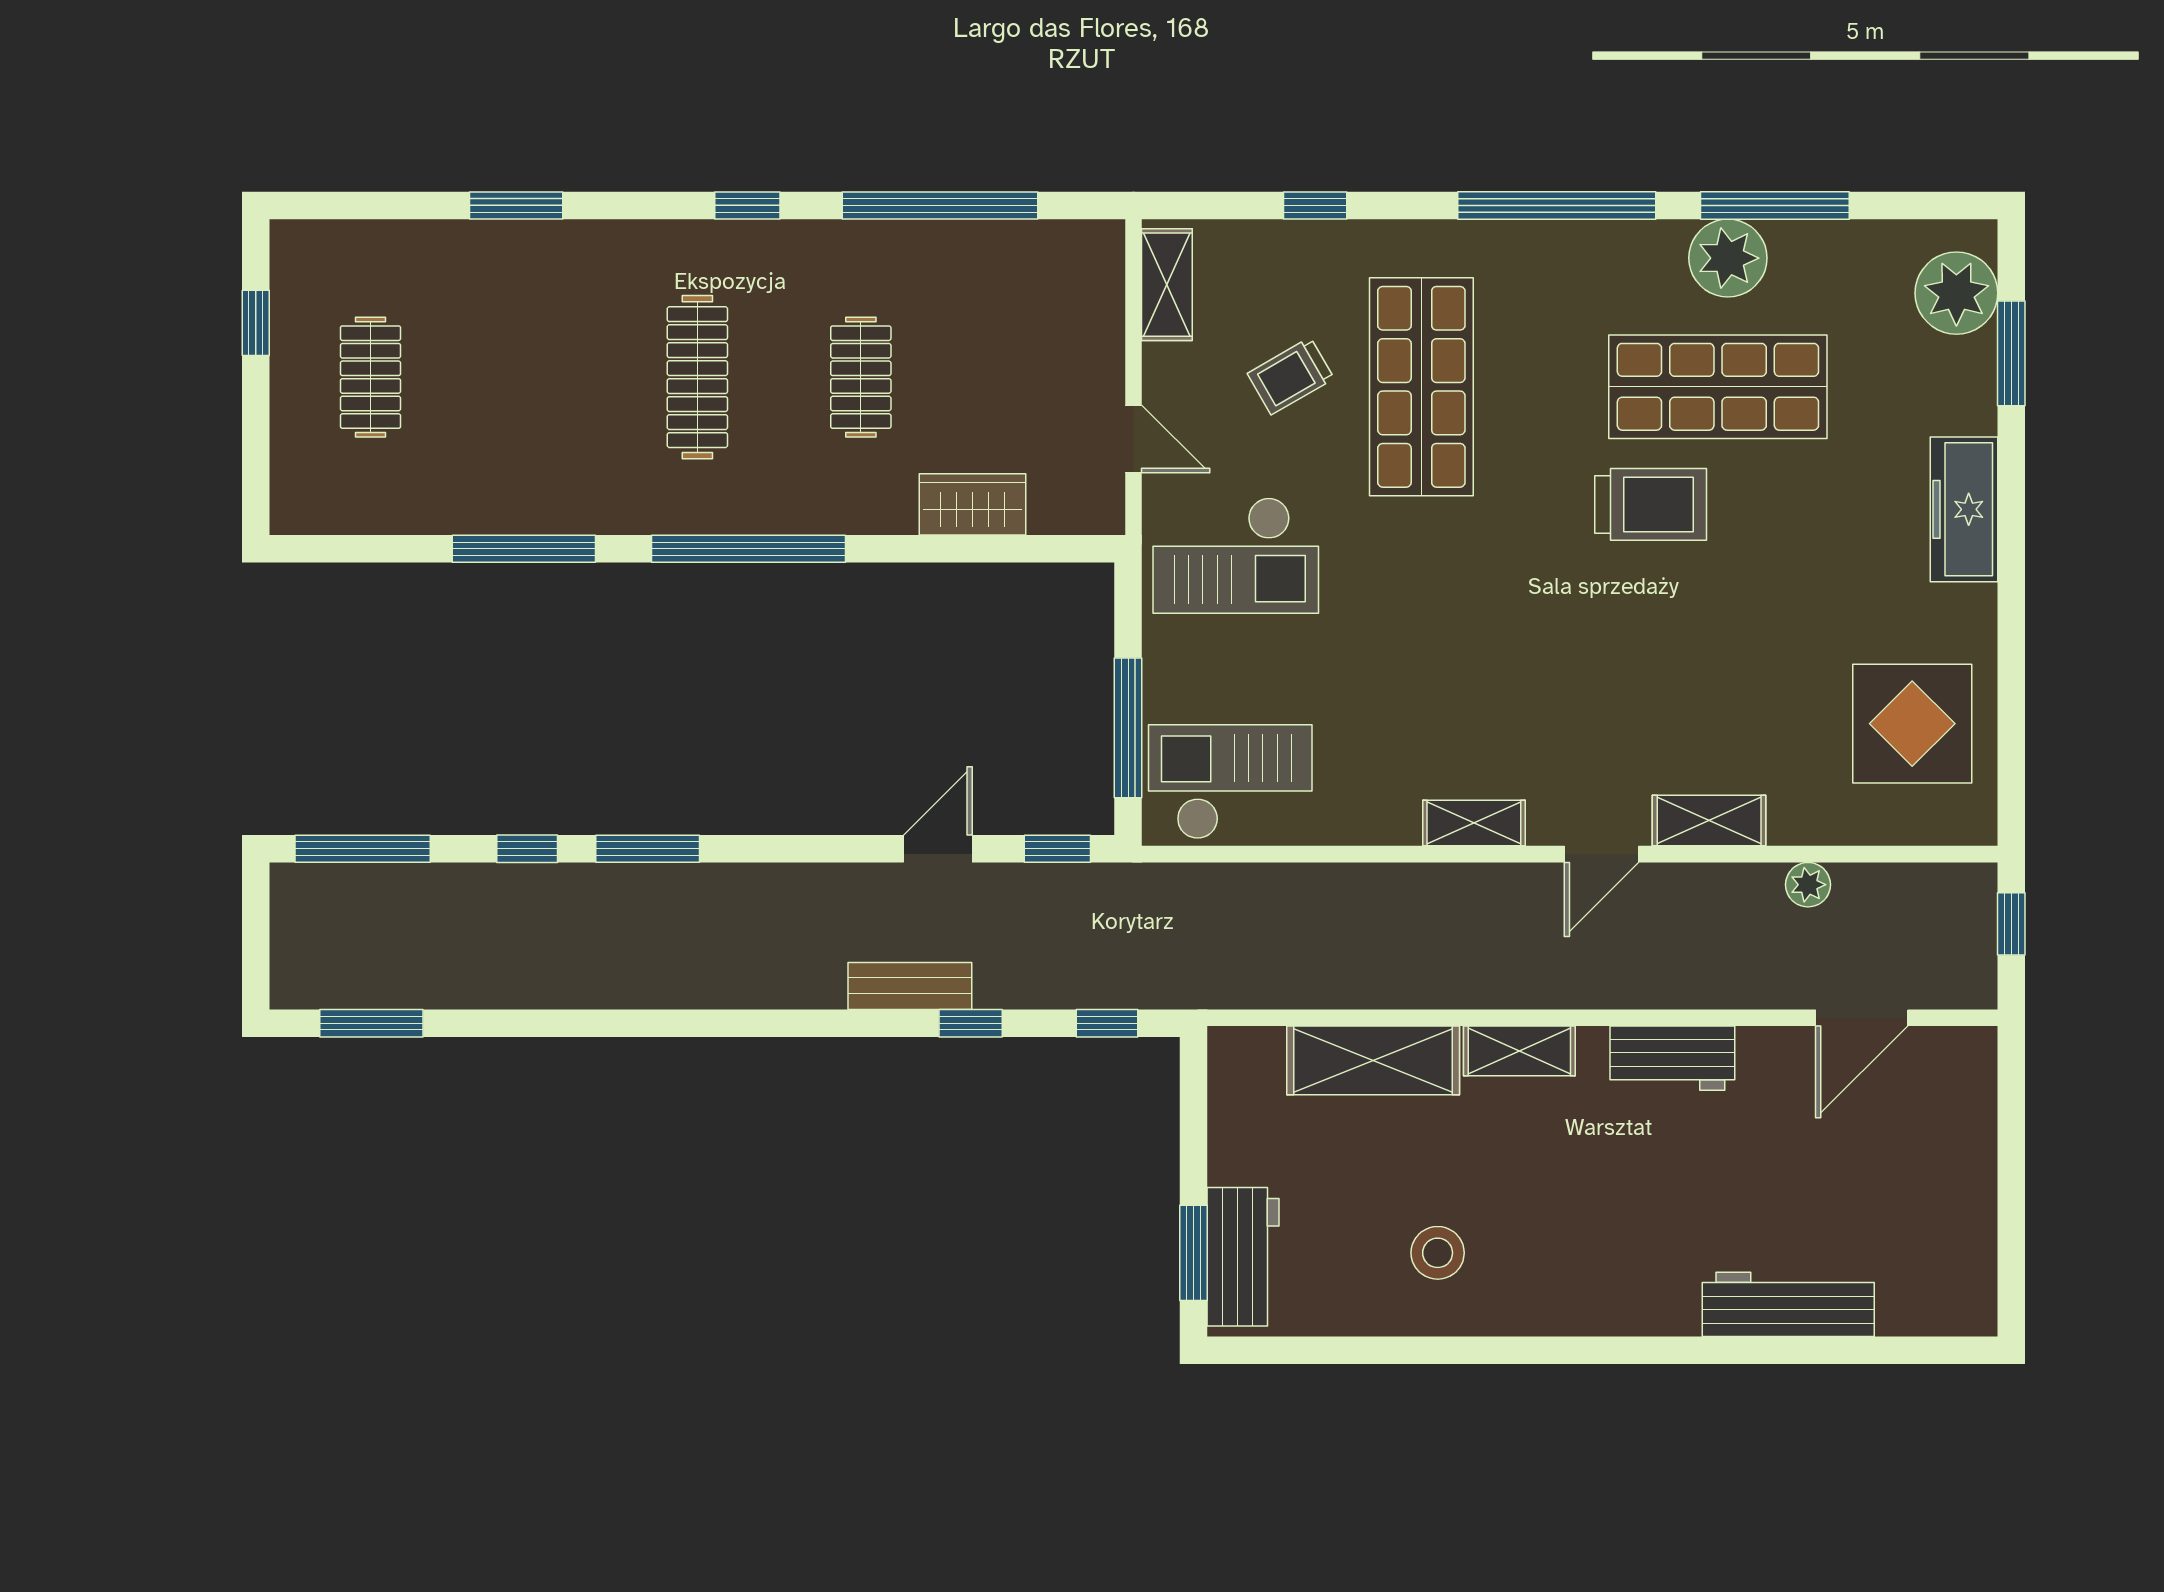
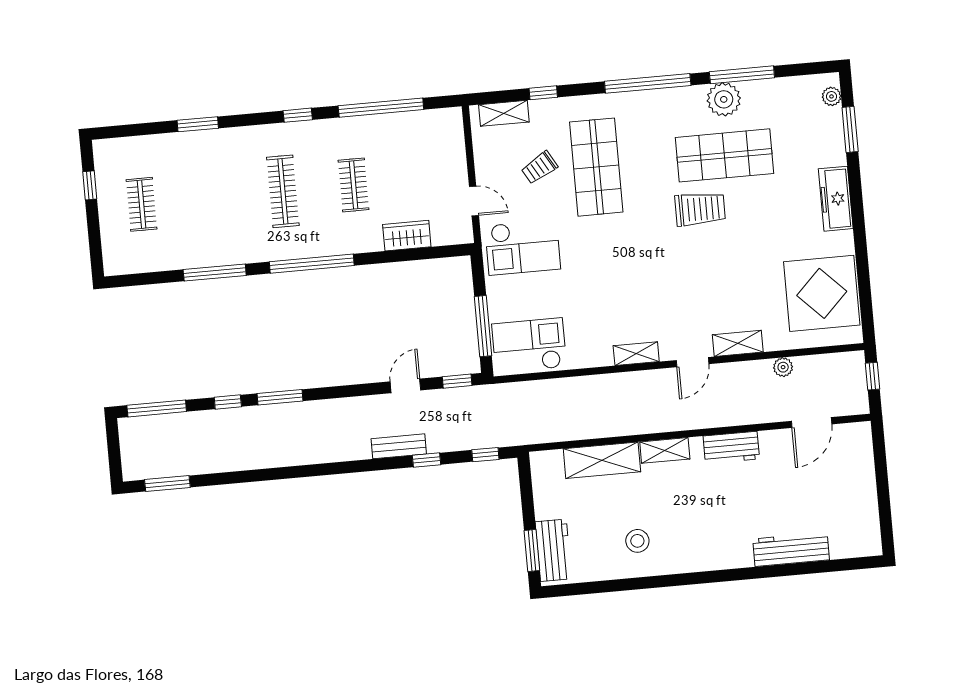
shelving: (1167, 285) -> (504, 113), moved, turned 90
plant: (1956, 293) -> (832, 96), width x0.53, depth x0.53
display table: (1912, 724) -> (822, 293), width x1.36, depth x1.36

